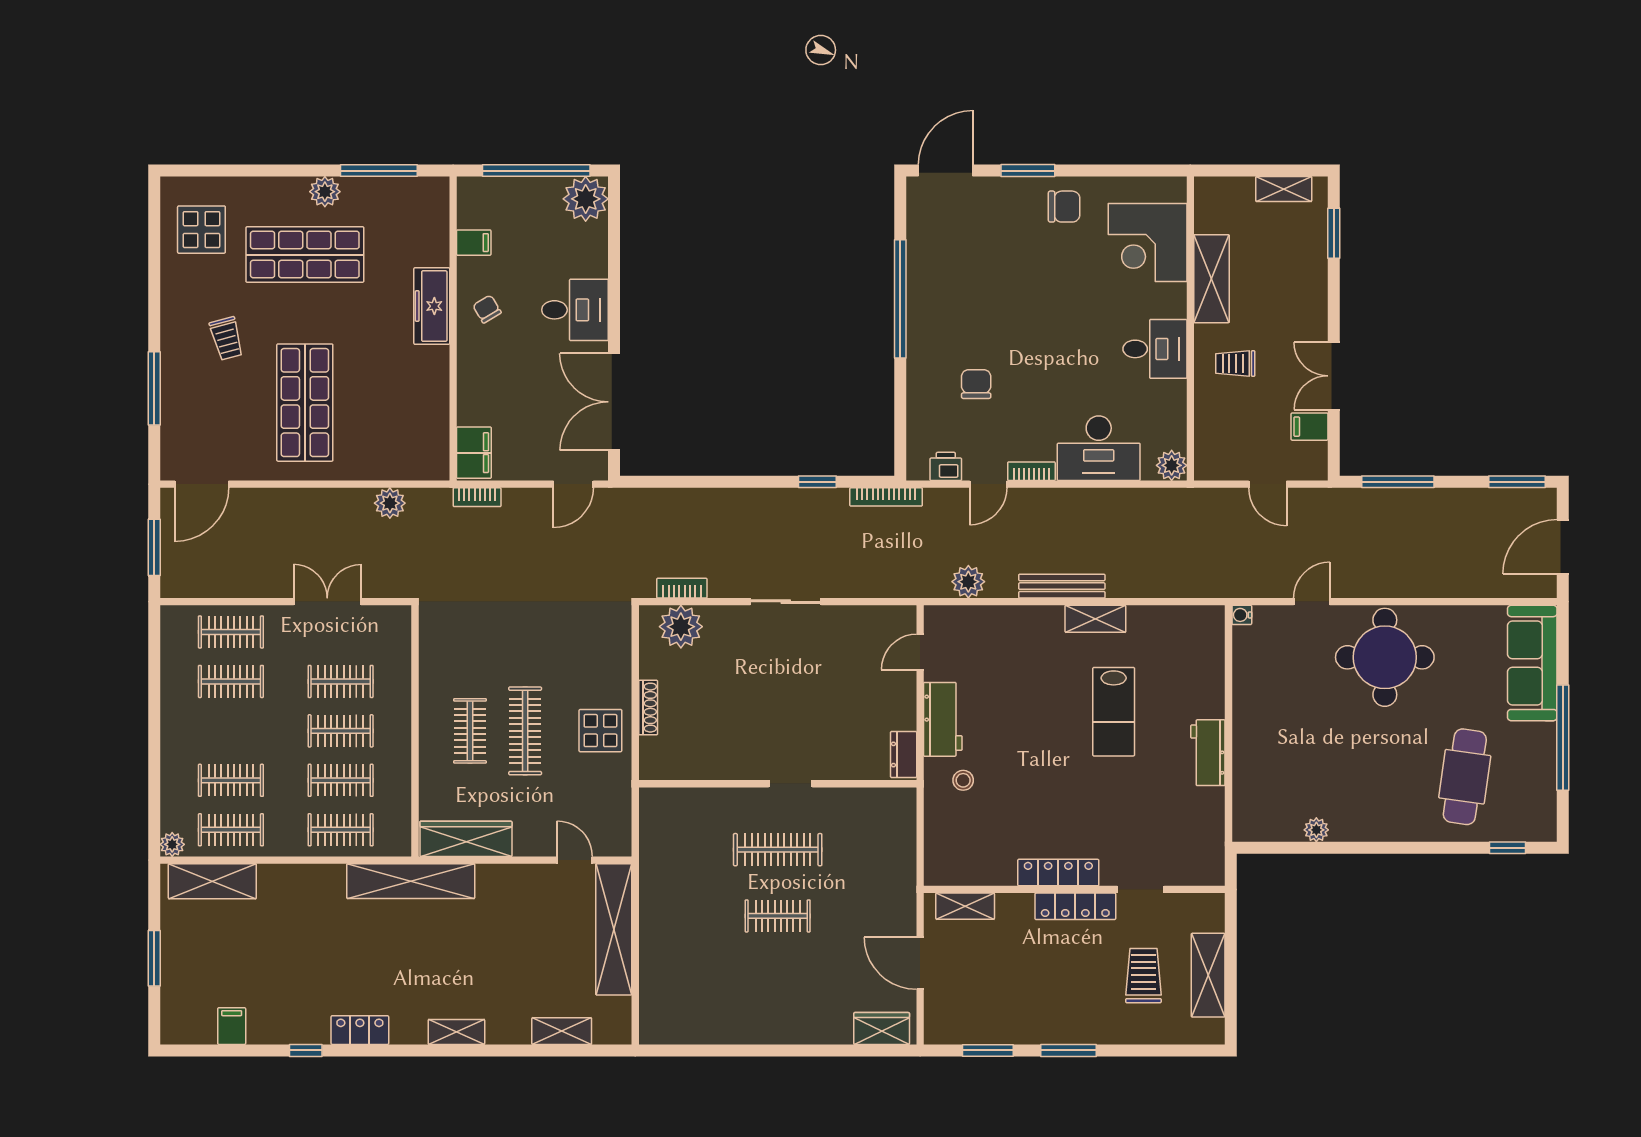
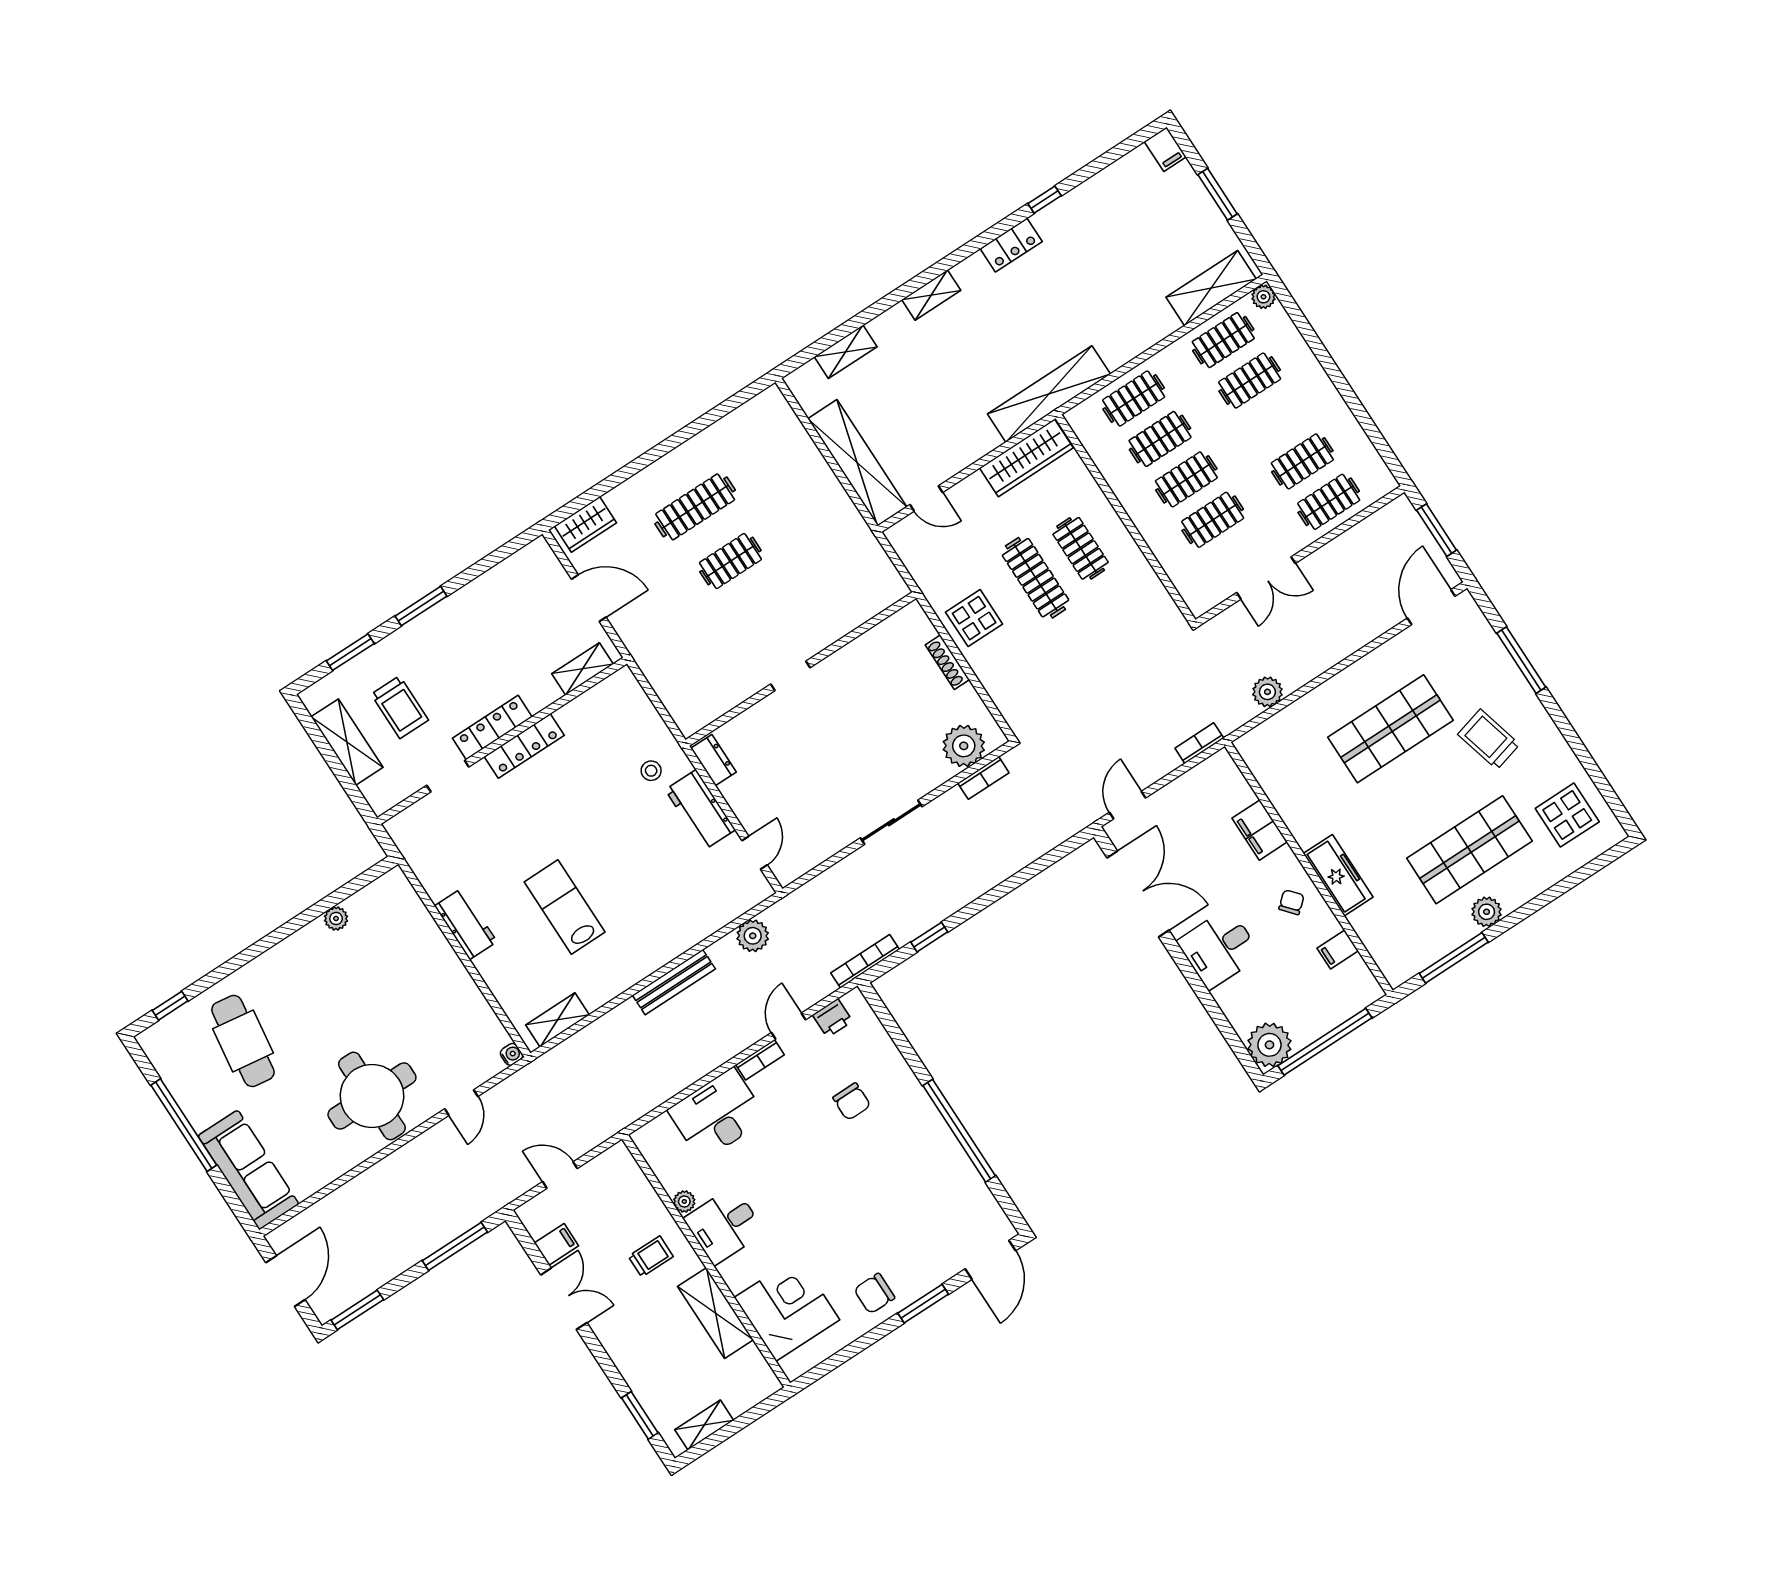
chair: (487, 309) -> (1291, 902), turned -100
trolley: (227, 339) -> (1489, 739), width x1.36, depth x1.39
shop shelf: (305, 403) -> (1391, 729), turned 90
filing cabinet: (474, 453) -> (1260, 830), moved
plant: (1172, 465) -> (684, 1201), moved, width x0.73, depth x0.73
shelving: (1095, 619) -> (557, 1020), moved
clothes rail: (778, 850) -> (695, 507), moved
filing cabinet: (232, 1026) -> (1165, 149), moved
window: (988, 1050) -> (350, 652), moved

